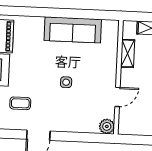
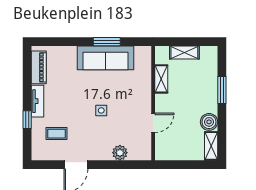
window: (75, 14) -> (107, 42), added
plant: (107, 126) -> (120, 153), moved

